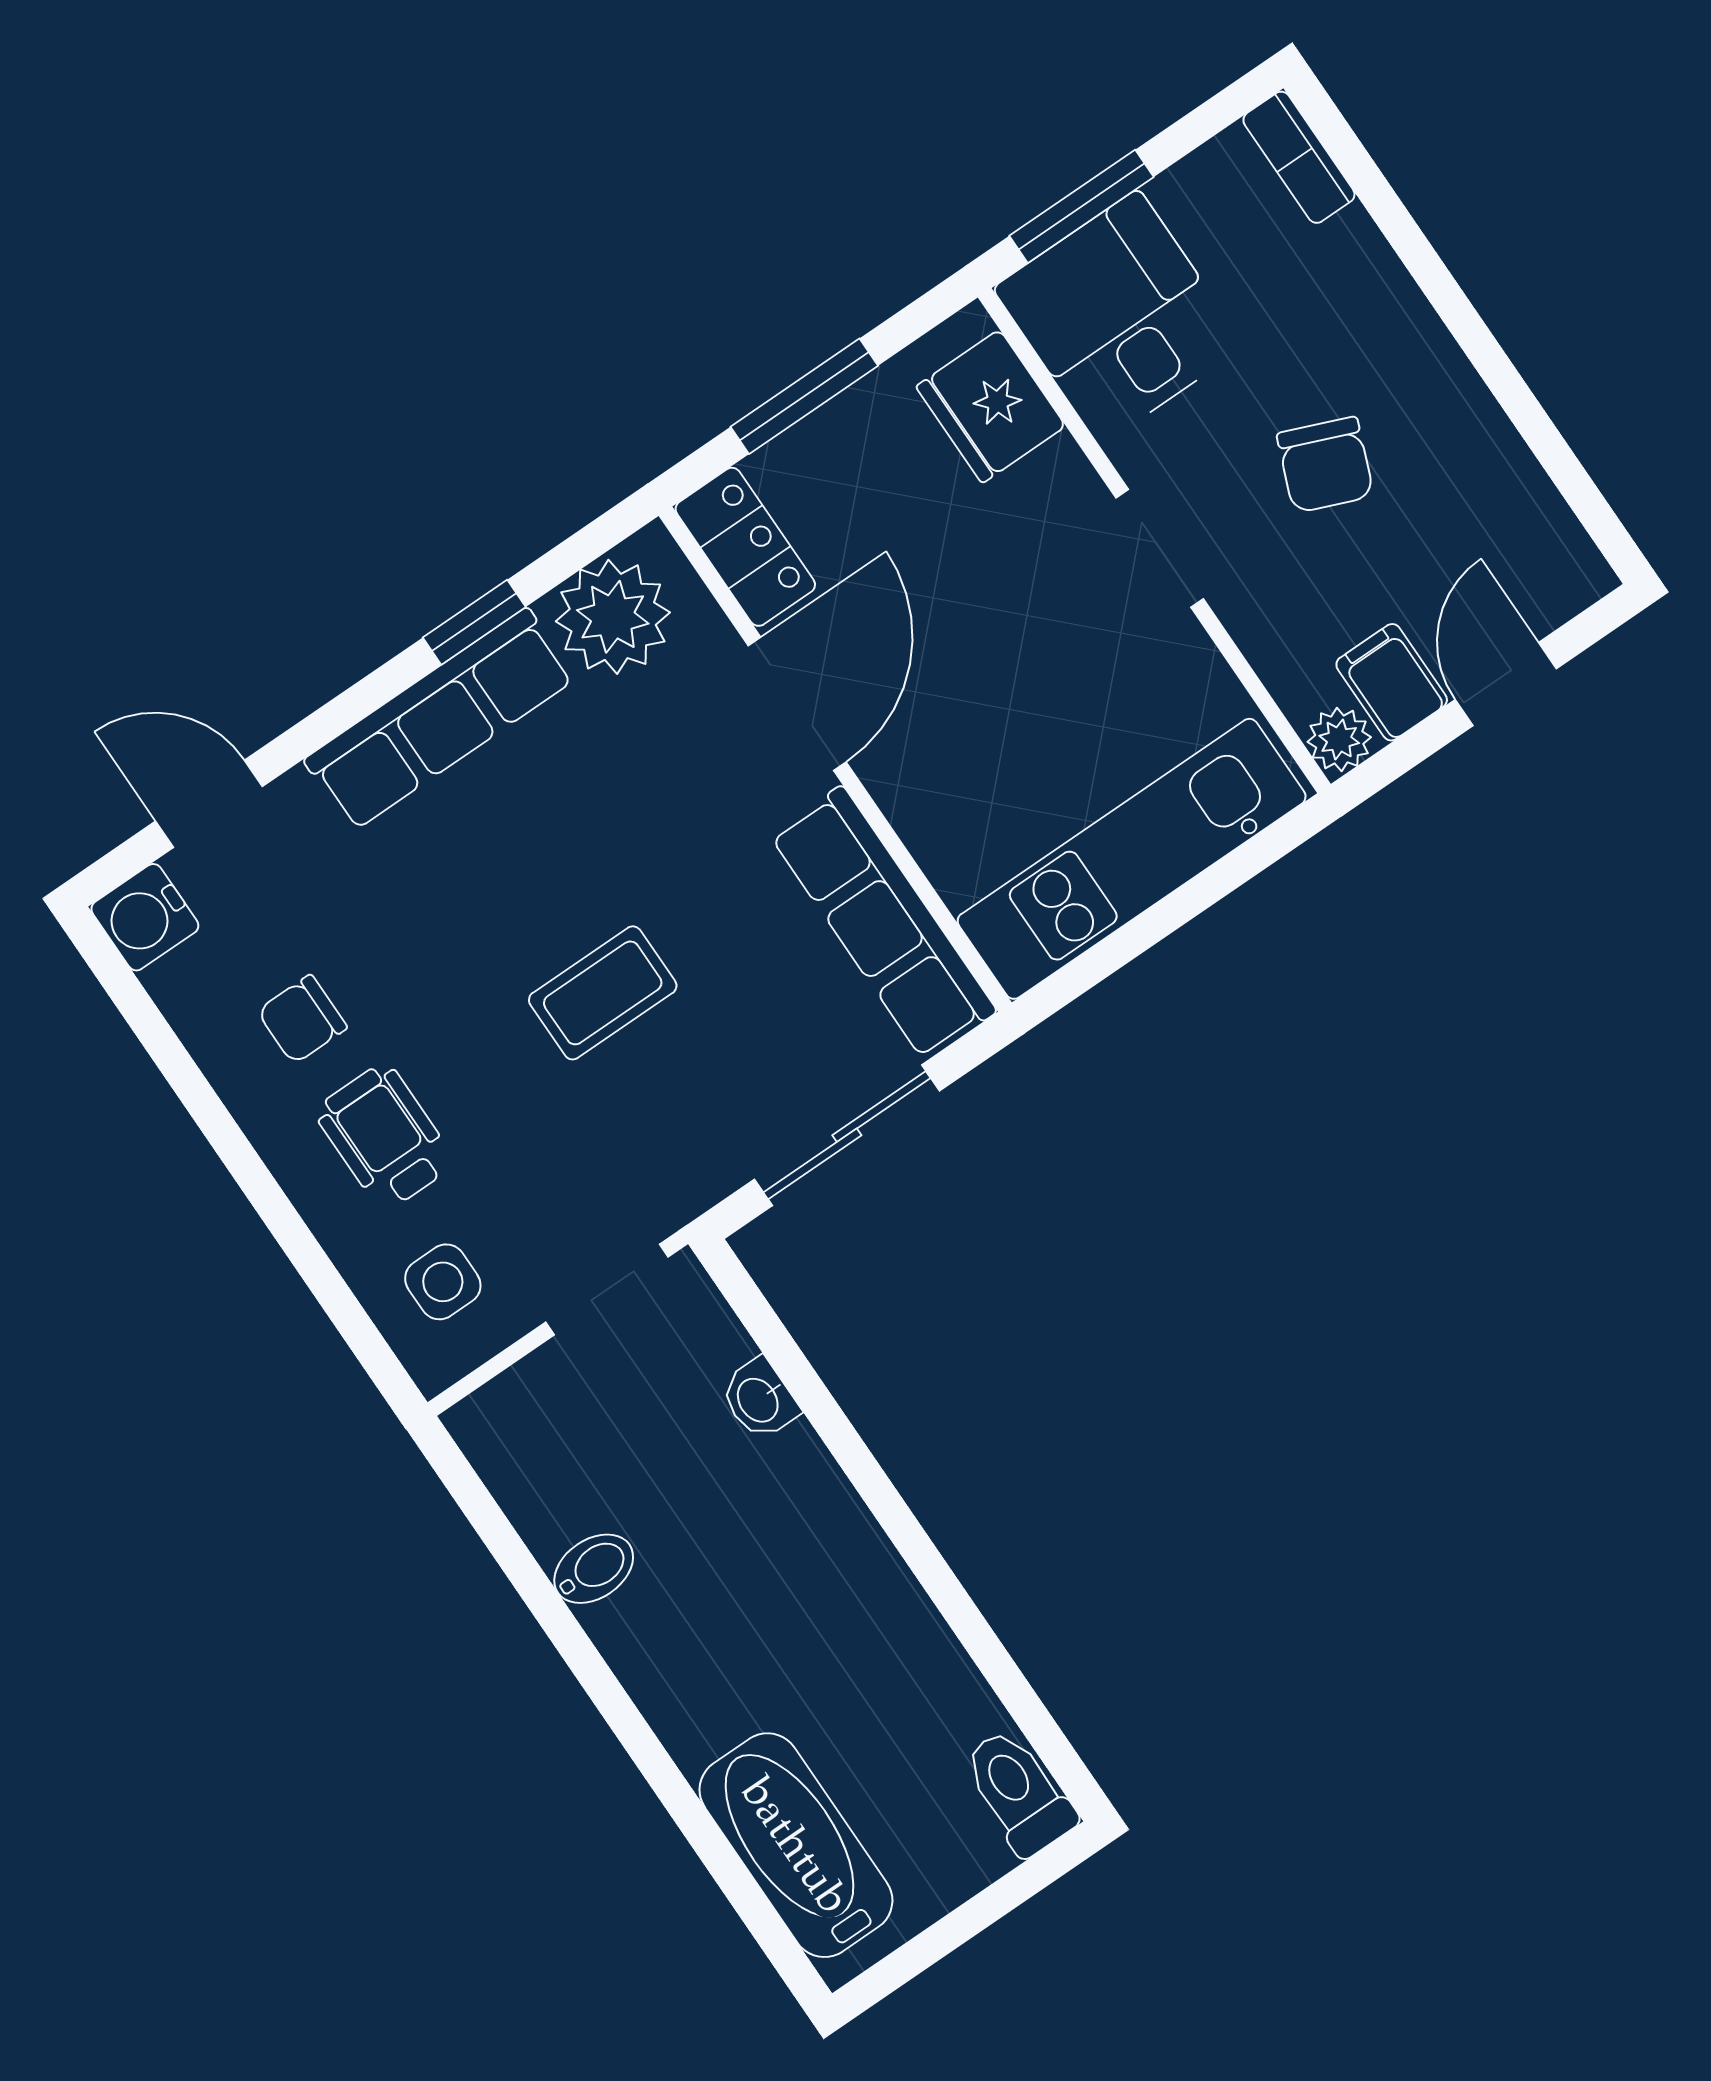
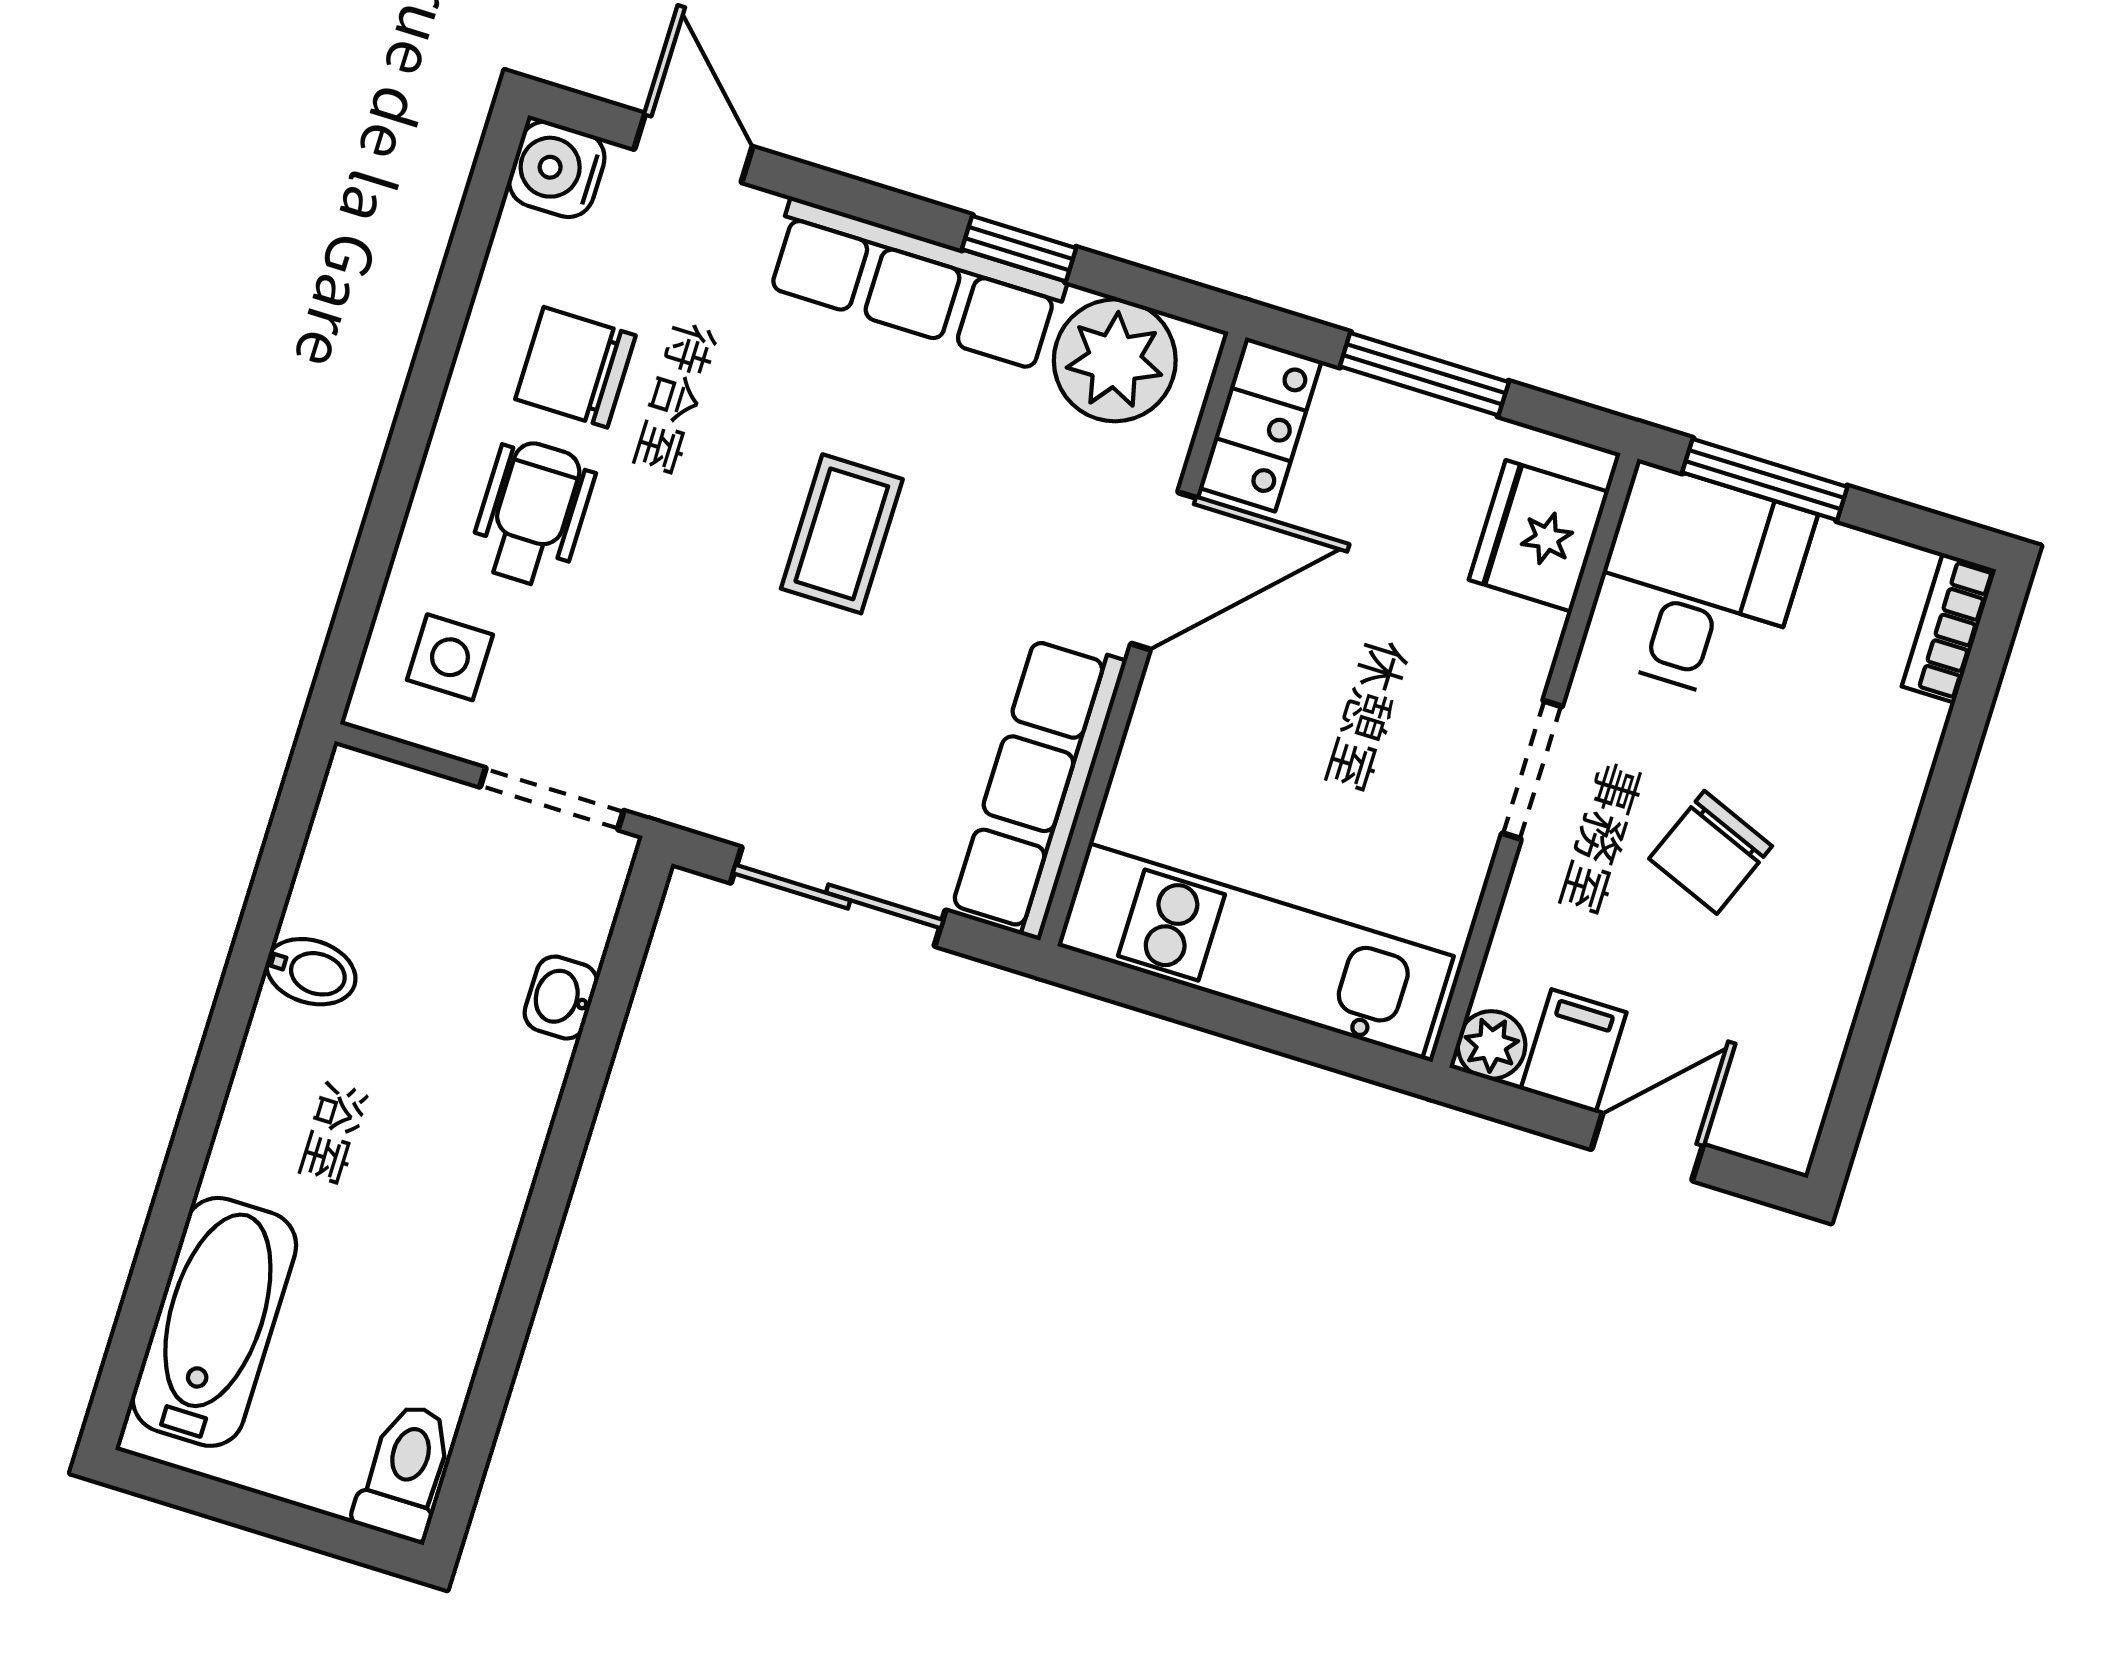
coffee table: (603, 993) -> (842, 534), moved, turned 90
chair: (302, 1019) -> (575, 367), width x1.37, depth x1.37

